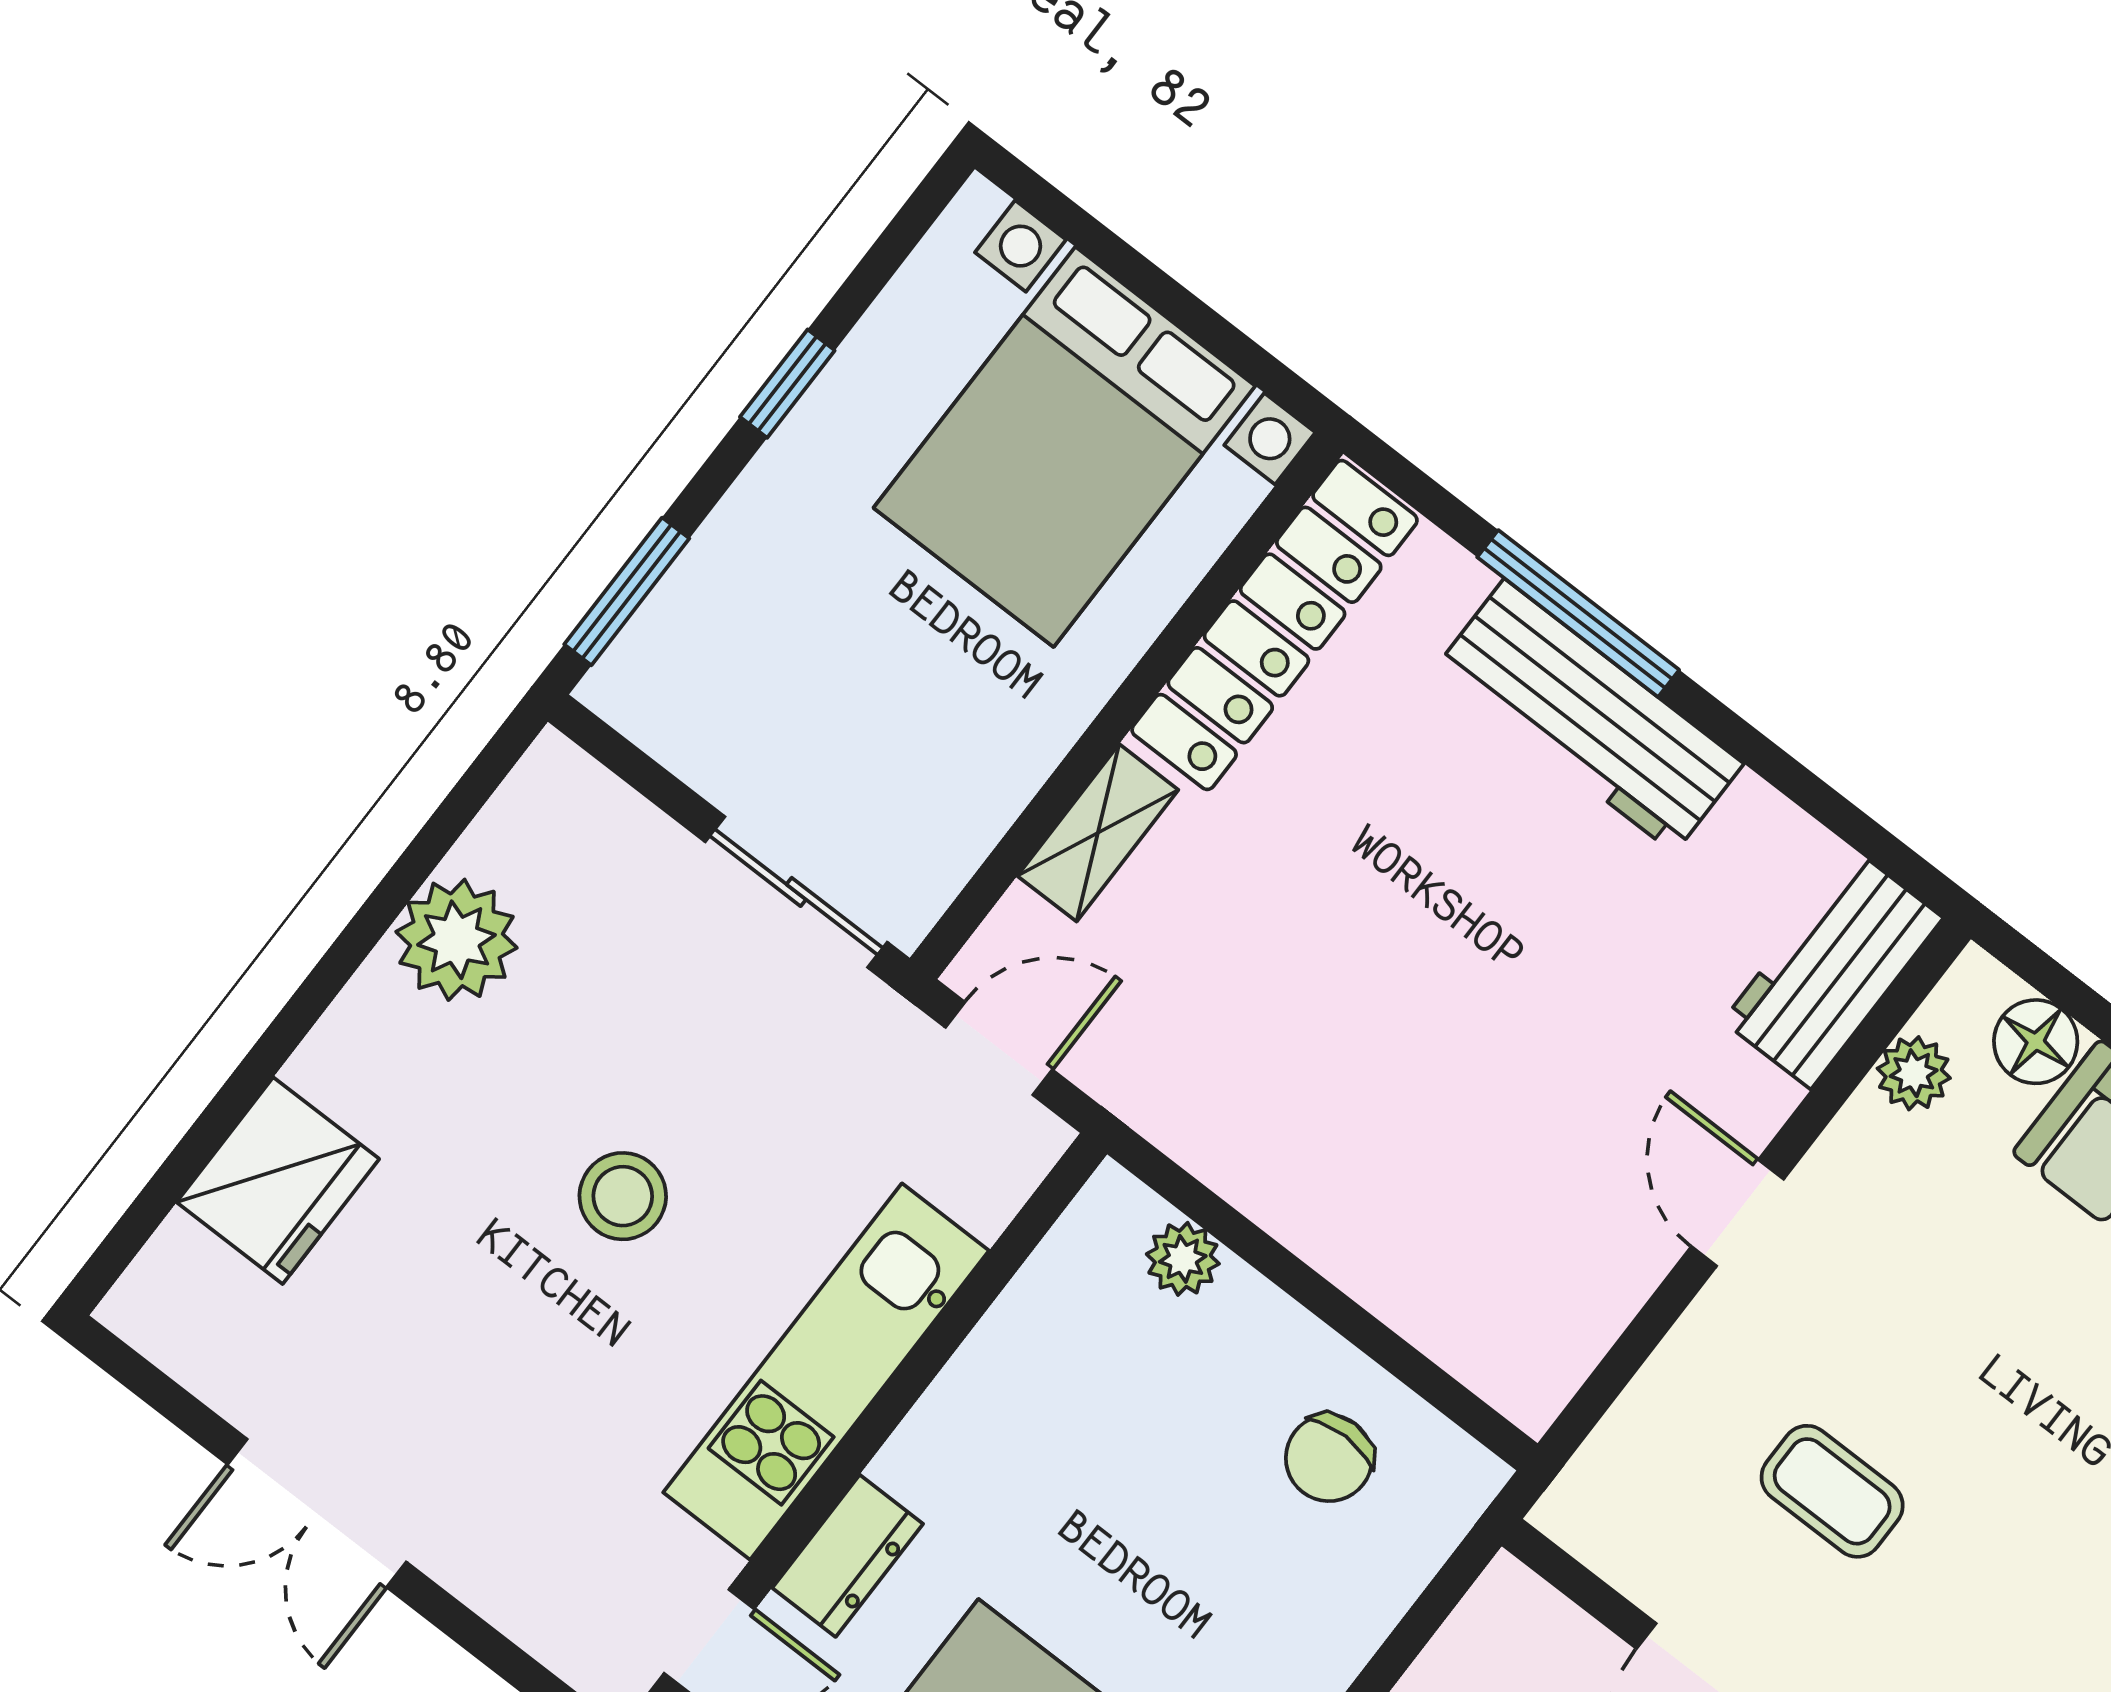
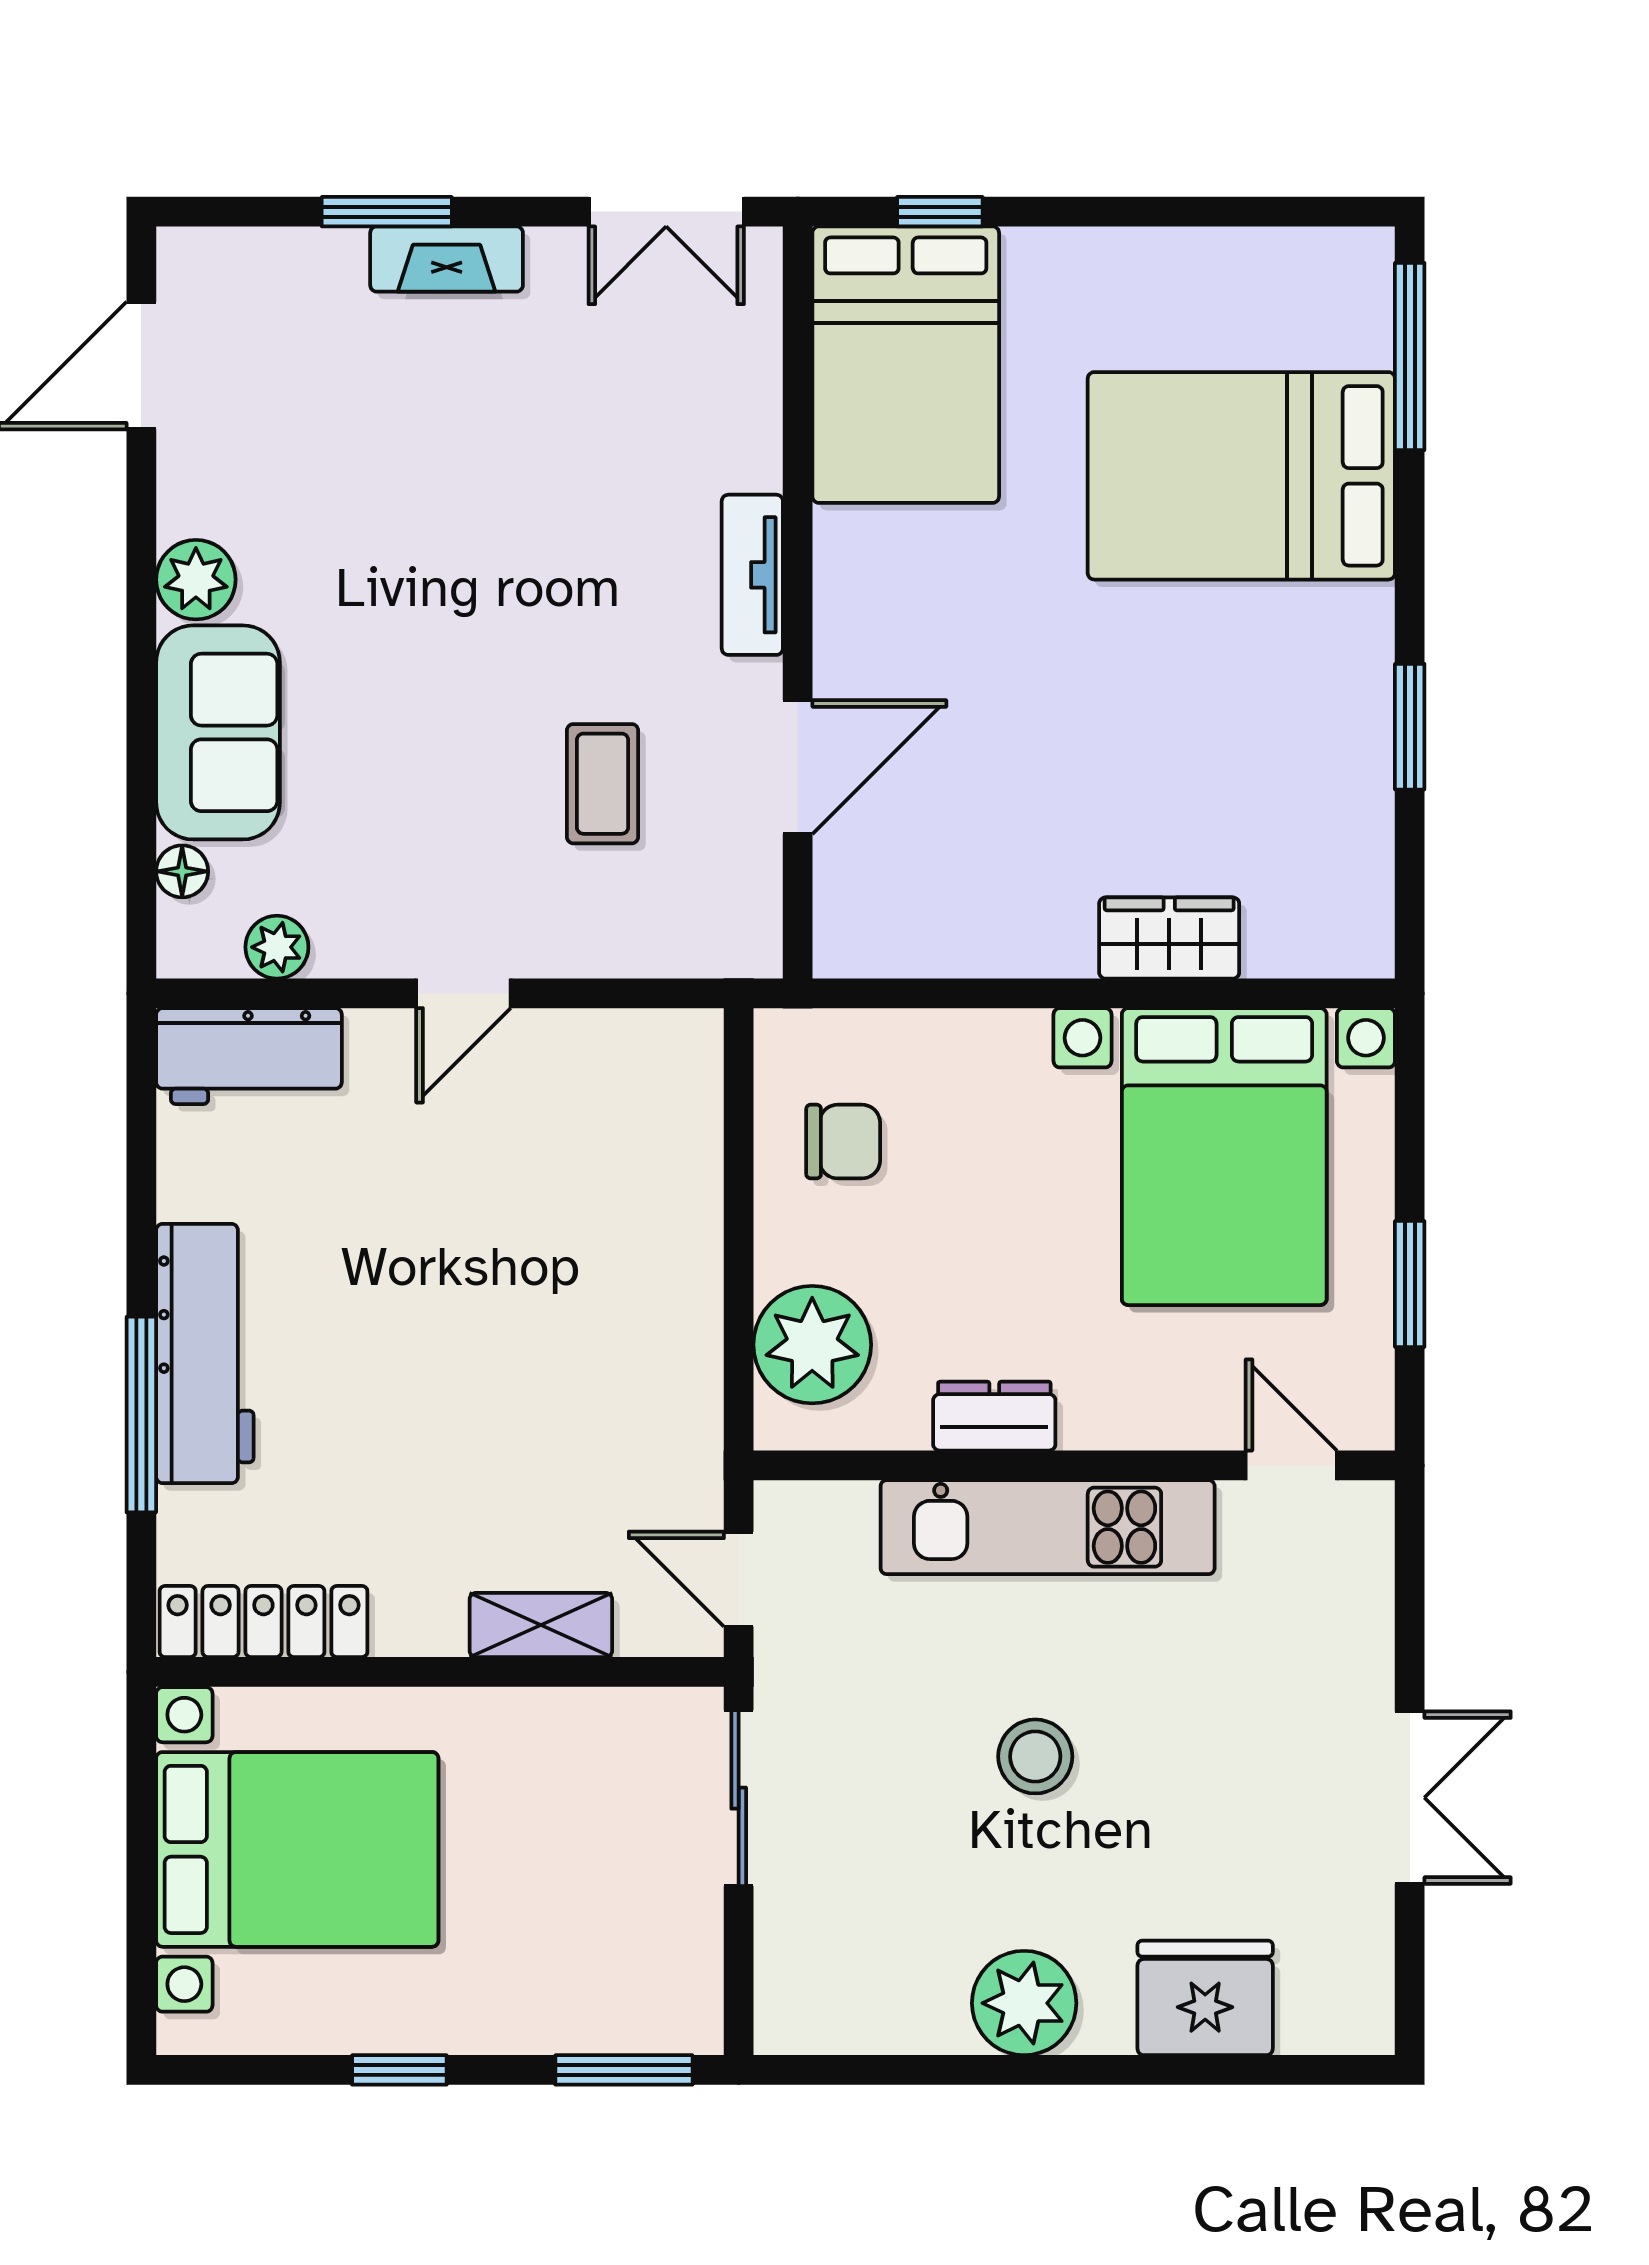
locker: (1275, 625) -> (263, 1621), width x0.71, depth x0.83
plant: (456, 940) -> (1024, 2003), moved
floor lamp: (2036, 1042) -> (182, 871), width x0.73, depth x0.73
plant: (1183, 1259) -> (812, 1345), width x1.88, depth x1.88
dresser: (848, 1556) -> (994, 1416), moved

